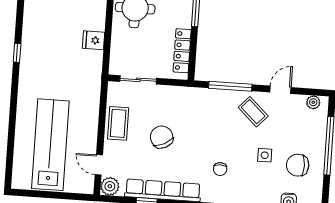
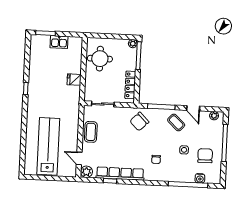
door: (280, 90) -> (193, 108), swing flipped
chair: (162, 137) -> (139, 122), moved, turned -109
chair: (298, 165) -> (205, 156), turned 90

